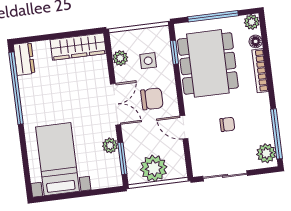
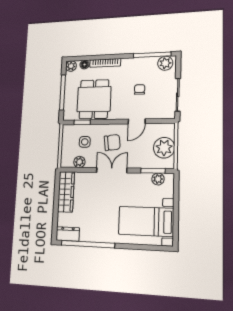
dining table: (208, 63) -> (94, 99), width x0.73
chair: (152, 99) -> (112, 143), turned 83
plant: (110, 145) -> (158, 179), moved

